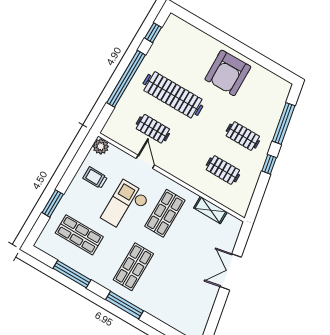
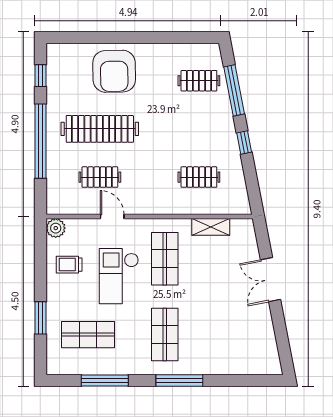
armchair: (228, 73) -> (114, 71), moved
clothes rail: (243, 136) -> (199, 81), moved

